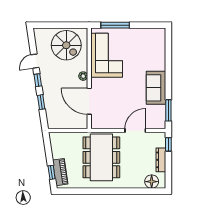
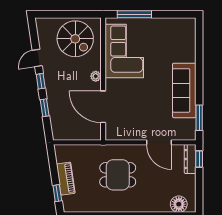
sofa: (156, 88) -> (184, 90), width x1.36
door: (135, 131) -> (159, 142), swing flipped
dining table: (101, 157) -> (118, 175), width x0.53, depth x0.80
dresser: (161, 160) -> (190, 159), moved
piano: (60, 172) -> (66, 179), moved

